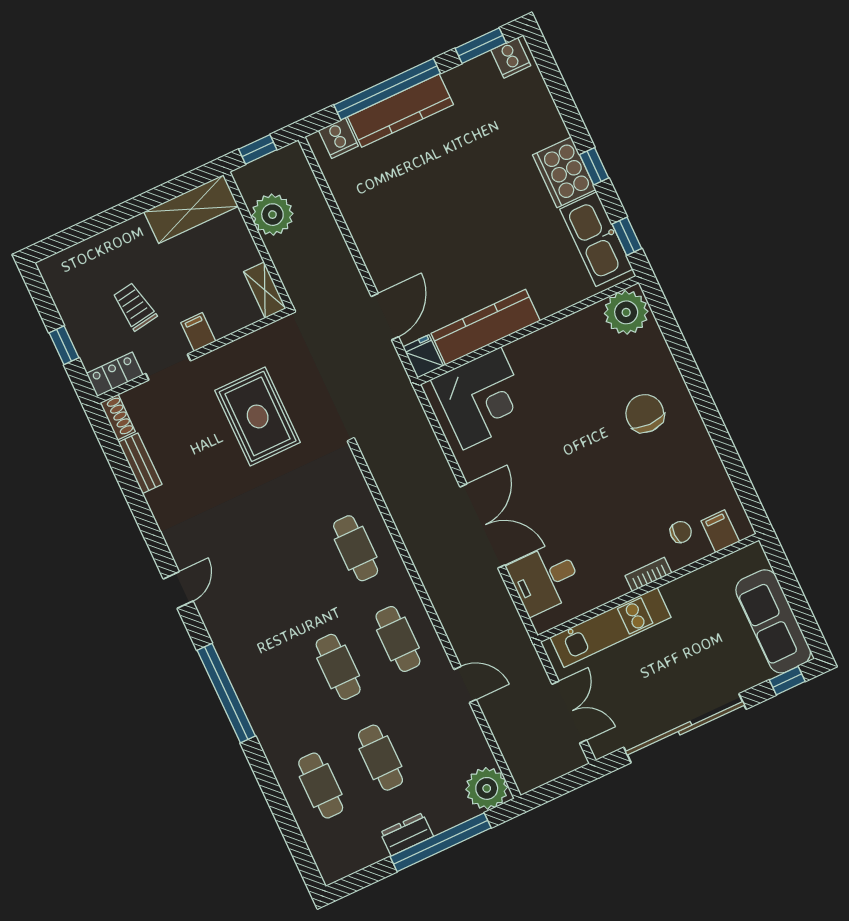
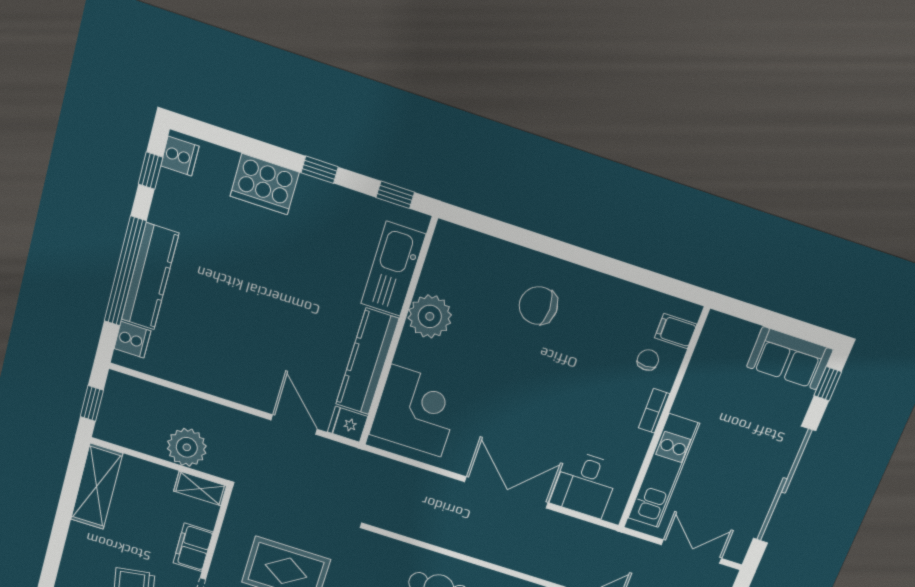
window: (481, 46) -> (150, 171), width x0.67
cooker: (564, 172) -> (265, 184), moved
plant: (272, 215) -> (187, 447), moved
kitchen sink: (596, 239) -> (393, 269), moved, turned 90
plant: (626, 312) -> (430, 316), moved
filing cabinet: (198, 332) -> (193, 547), width x2.00
sofa: (773, 621) -> (790, 358), width x0.73

